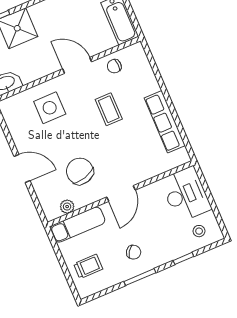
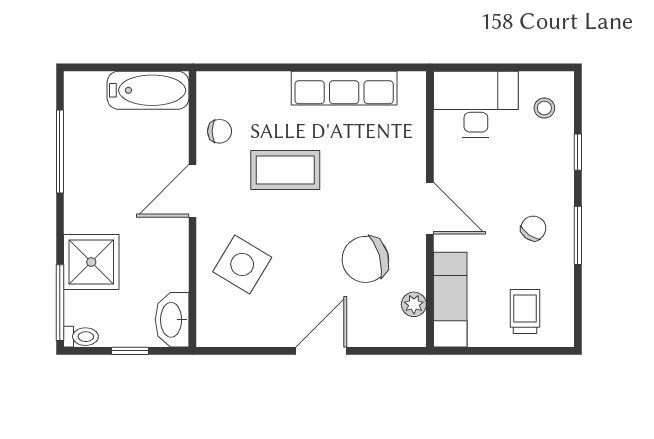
chair: (114, 66) -> (220, 131), turned -88
side table: (50, 108) -> (242, 264), turned 31
coffee table: (109, 109) -> (285, 170), width x1.36, depth x1.30

